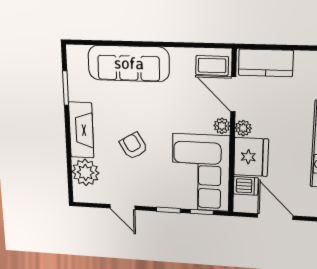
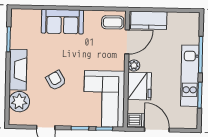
sofa: (129, 63) -> (62, 22), width x0.73
door: (233, 94) -> (127, 42), swing flipped
plant: (222, 126) -> (119, 64), removed
dishwasher: (246, 186) -> (136, 120), moved

